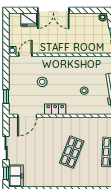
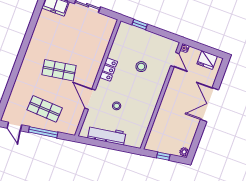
fridge: (29, 20) -> (207, 60), moved, turned -90
door: (27, 116) -> (90, 99), moved
shop shelf: (72, 152) -> (59, 70), turned -30

